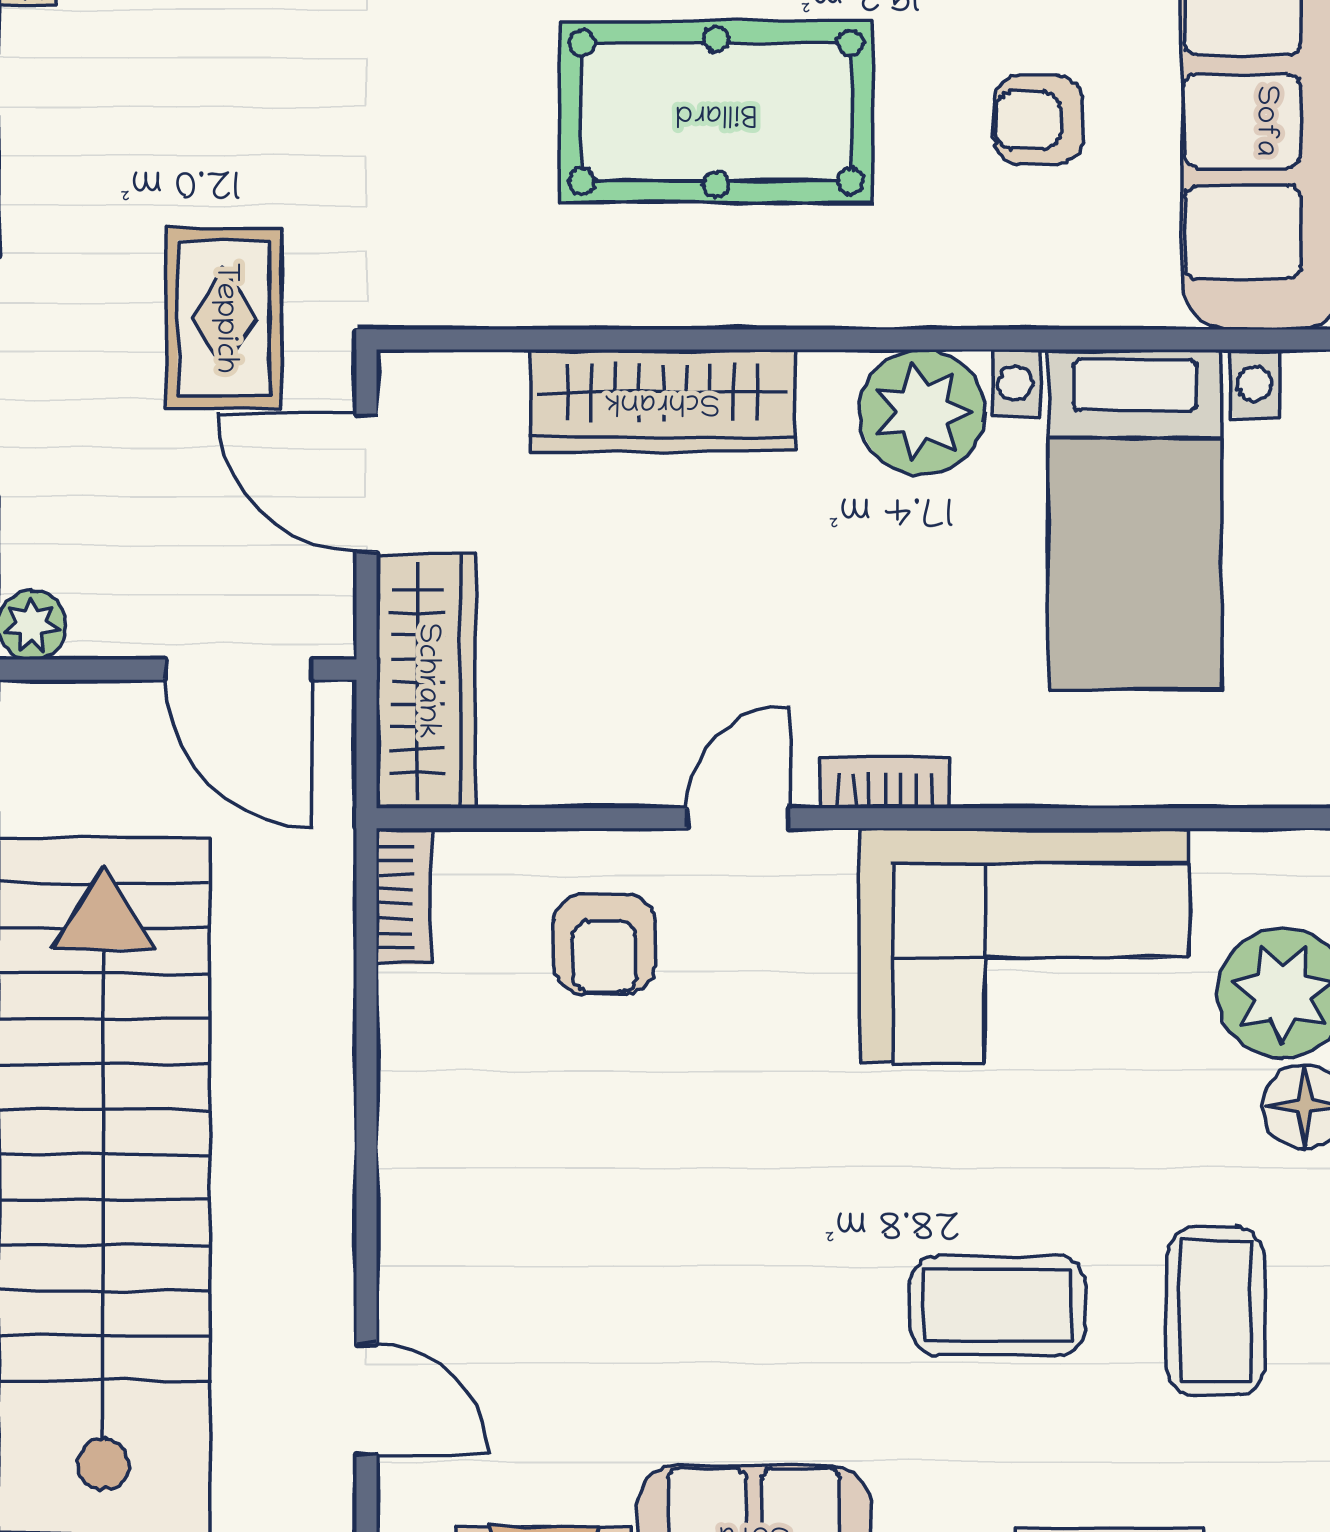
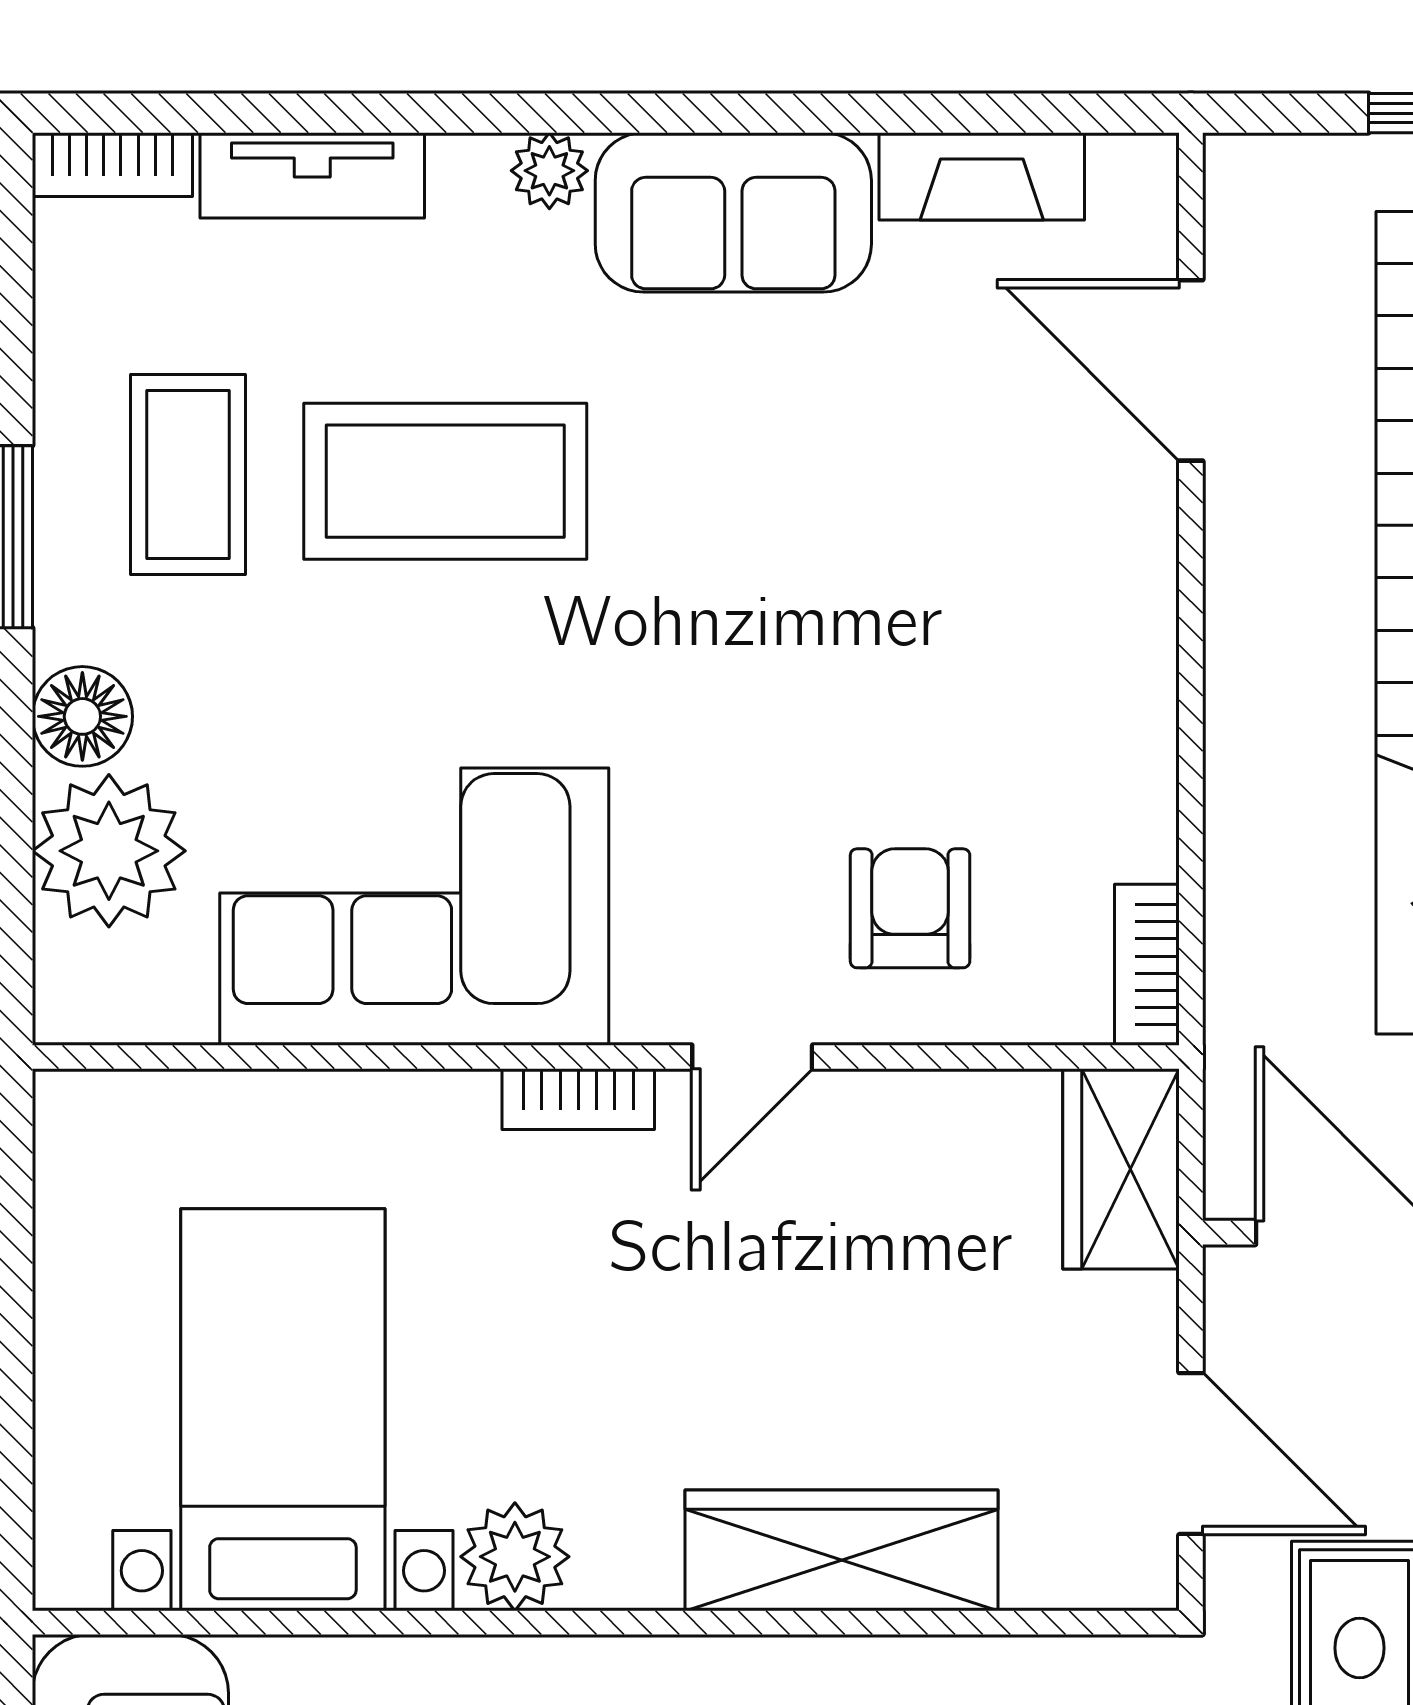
plant: (922, 412) -> (515, 1557), width x0.73, depth x0.73
wardrobe: (426, 681) -> (1121, 1169), width x0.67
coffee table: (998, 1305) -> (445, 481), width x1.36, depth x1.32
door: (367, 1399) -> (1191, 370), width x1.38

